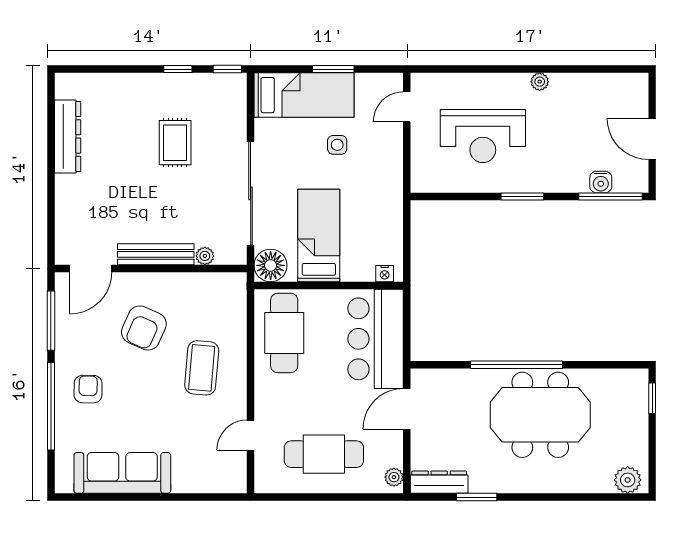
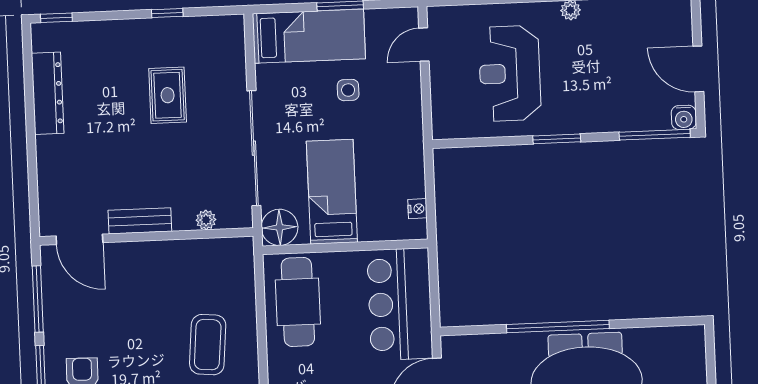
window: (227, 69) -> (56, 18), moved
reception desk: (483, 136) -> (510, 73), turned 90
water cooler: (601, 182) -> (684, 117), moved
bench: (156, 254) -> (140, 221), width x0.73
door: (91, 269) -> (79, 239), hinge flipped
nightstand: (385, 274) -> (417, 209), moved, turned -90
armchair: (144, 328) -> (141, 303), removed
window: (652, 398) -> (710, 357), removed

